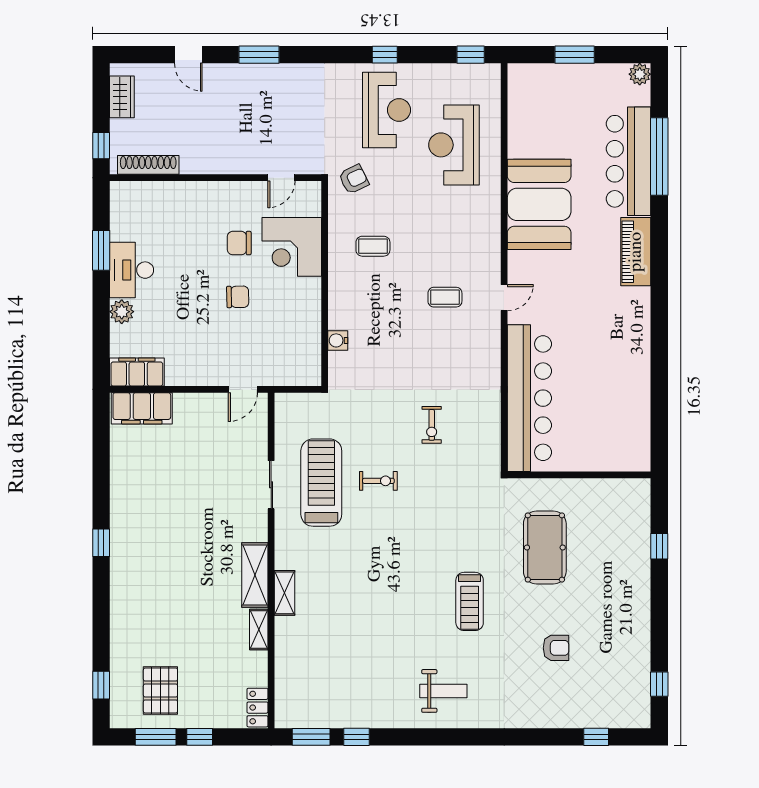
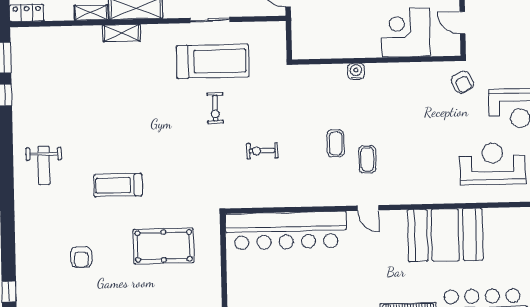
coffee table: (373, 246) -> (336, 143), moved
water cooler: (338, 340) -> (356, 71), moved

